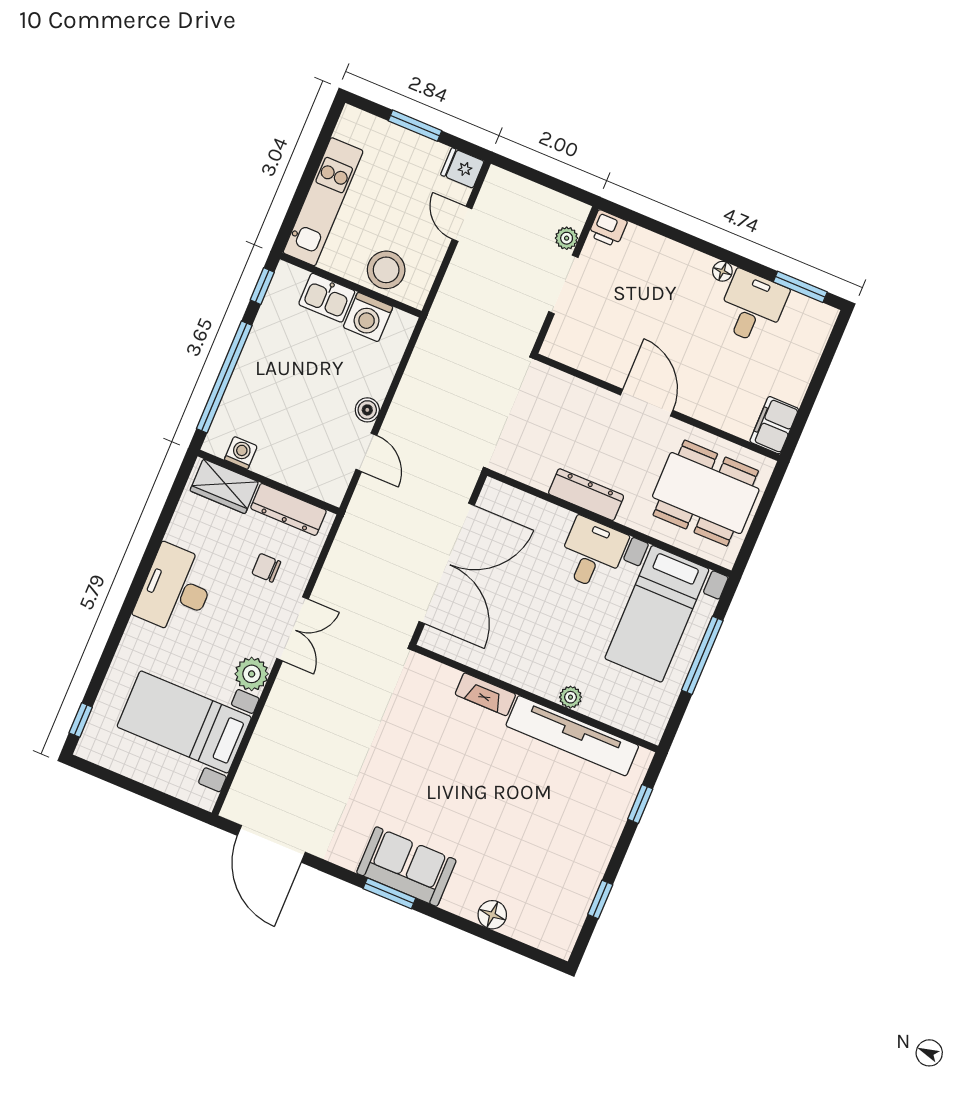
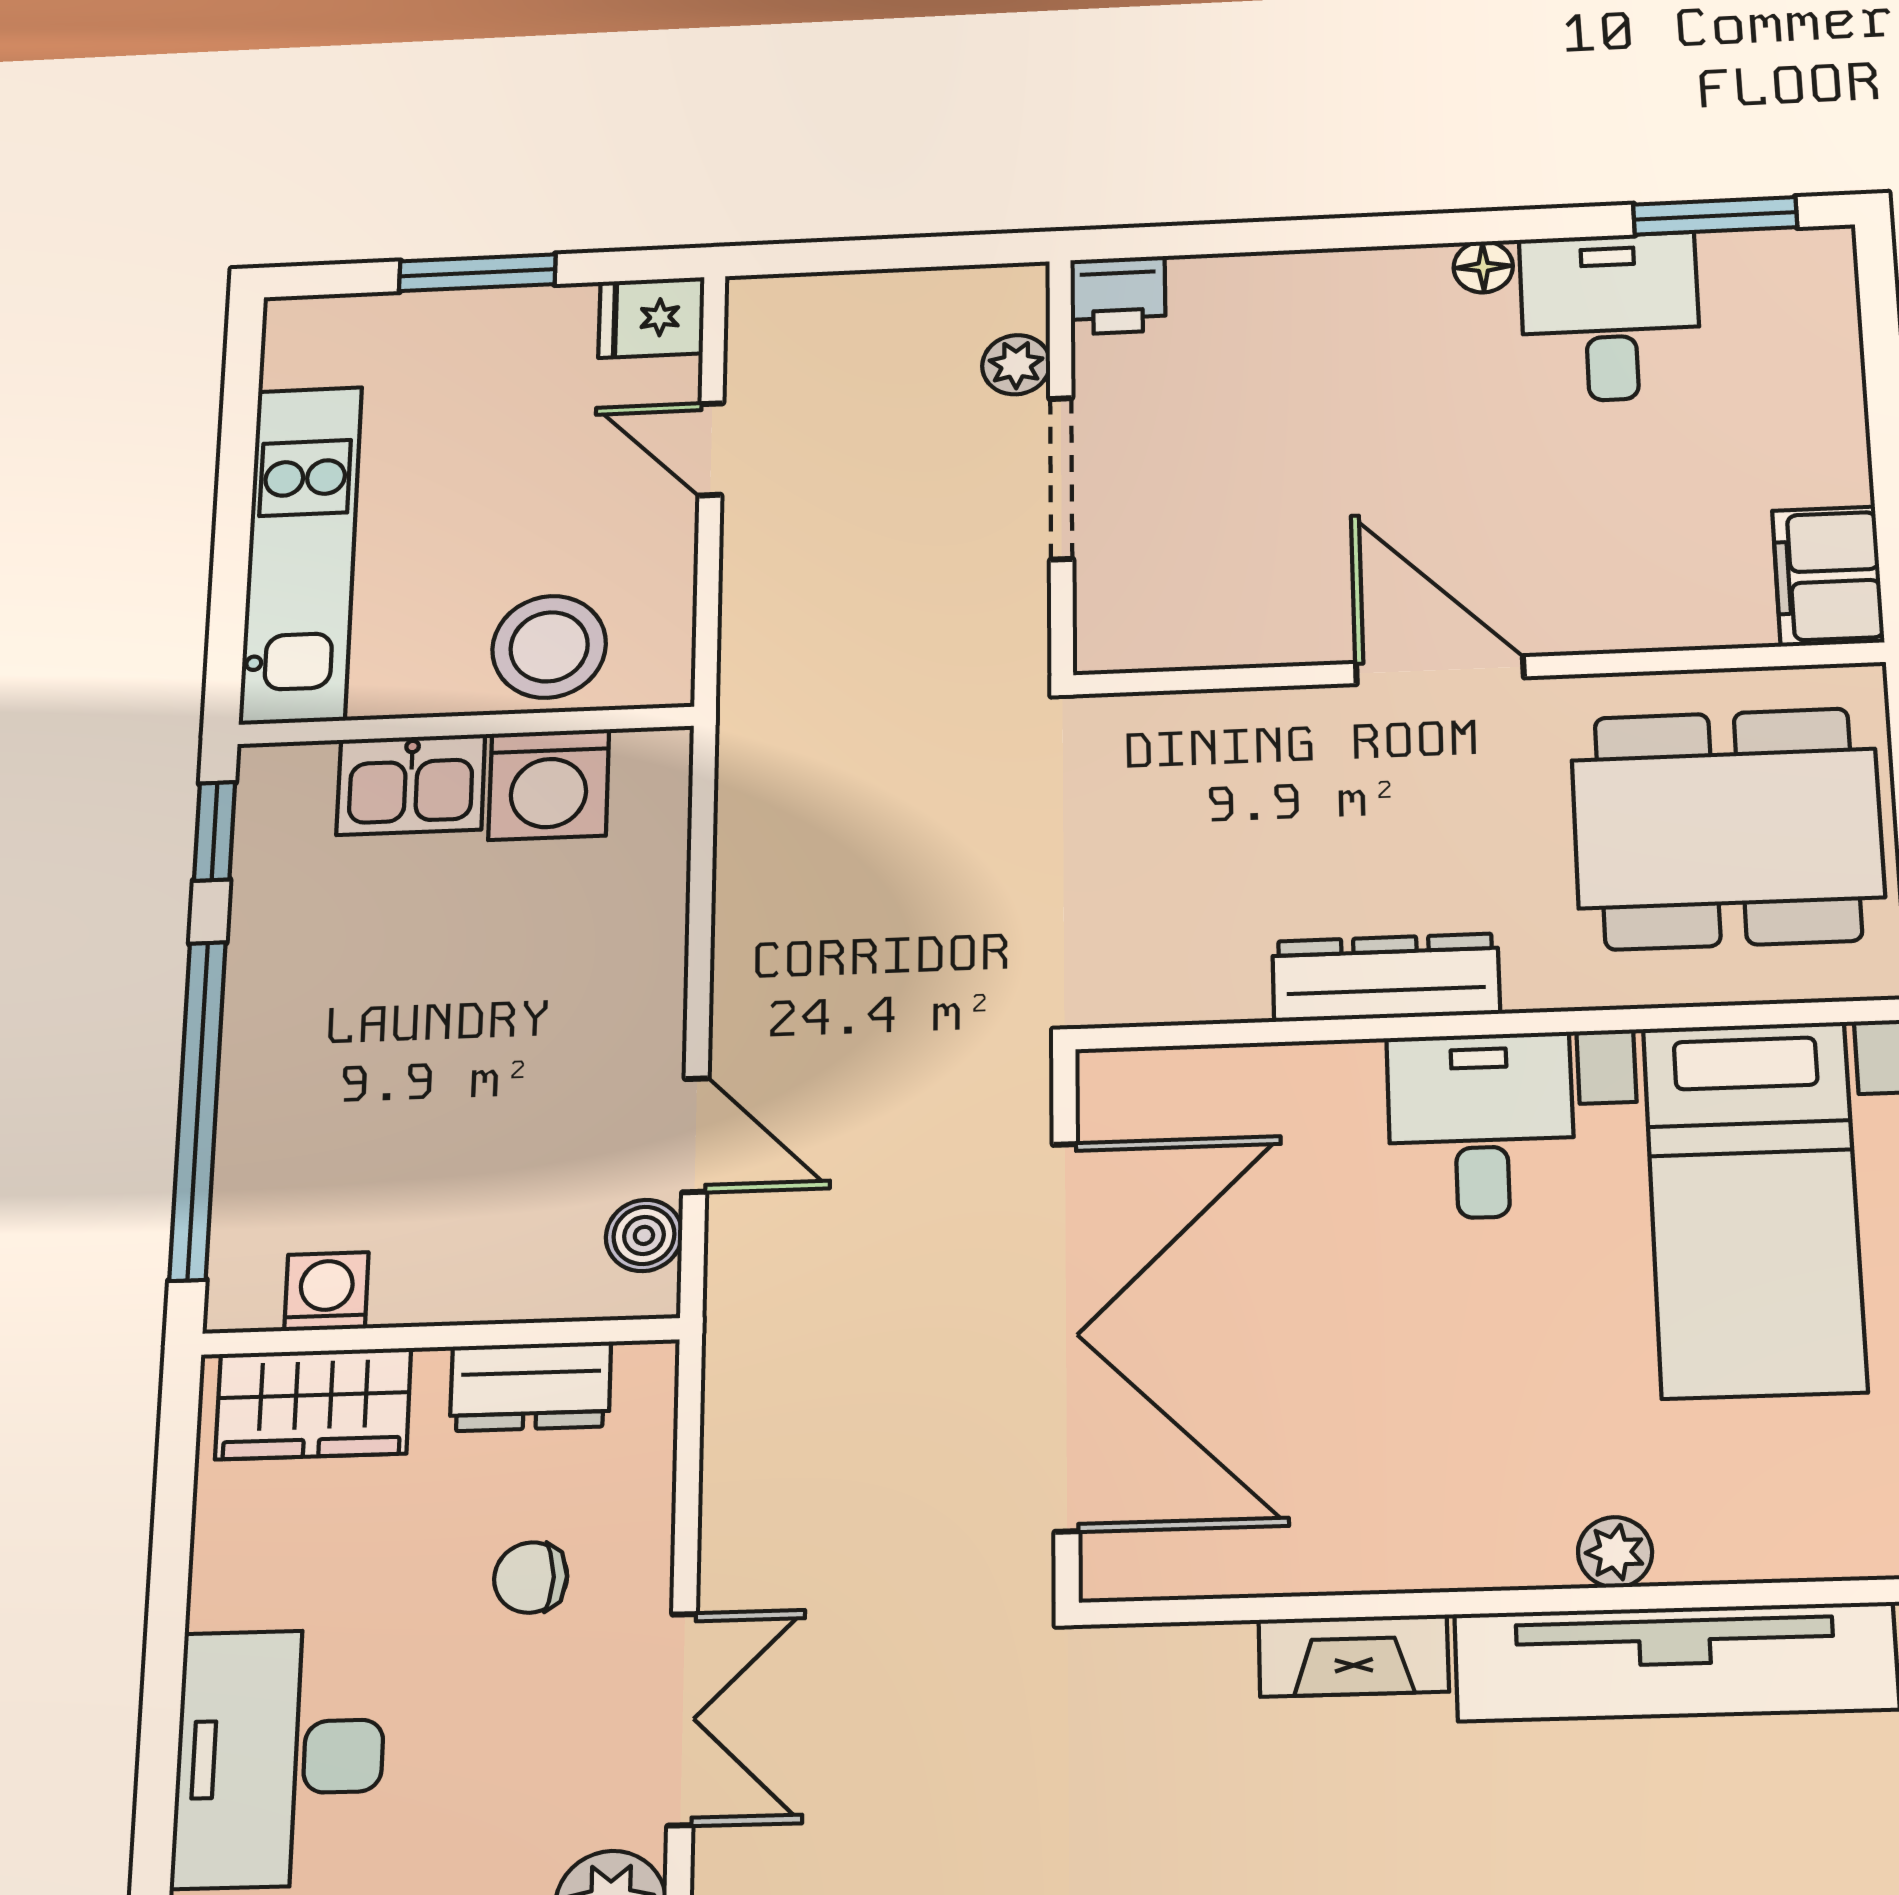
boiler: (367, 410) -> (644, 1235), moved
dresser: (288, 509) -> (531, 1386), width x0.70

